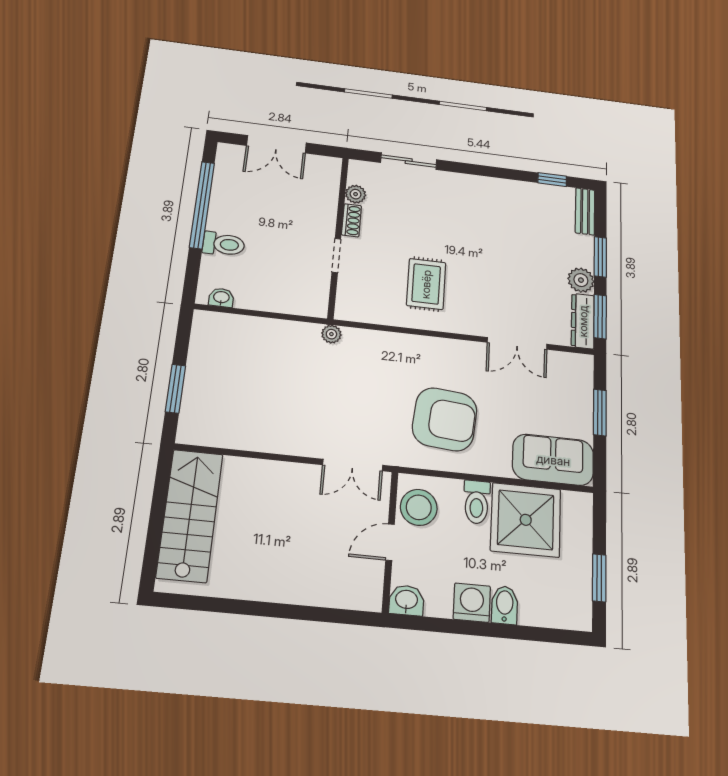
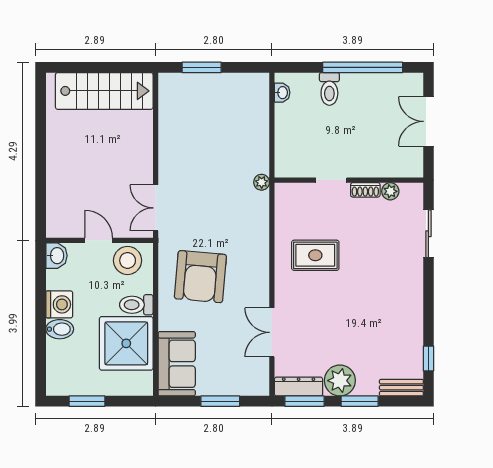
plant: (581, 280) -> (340, 381), width x1.36, depth x1.36

